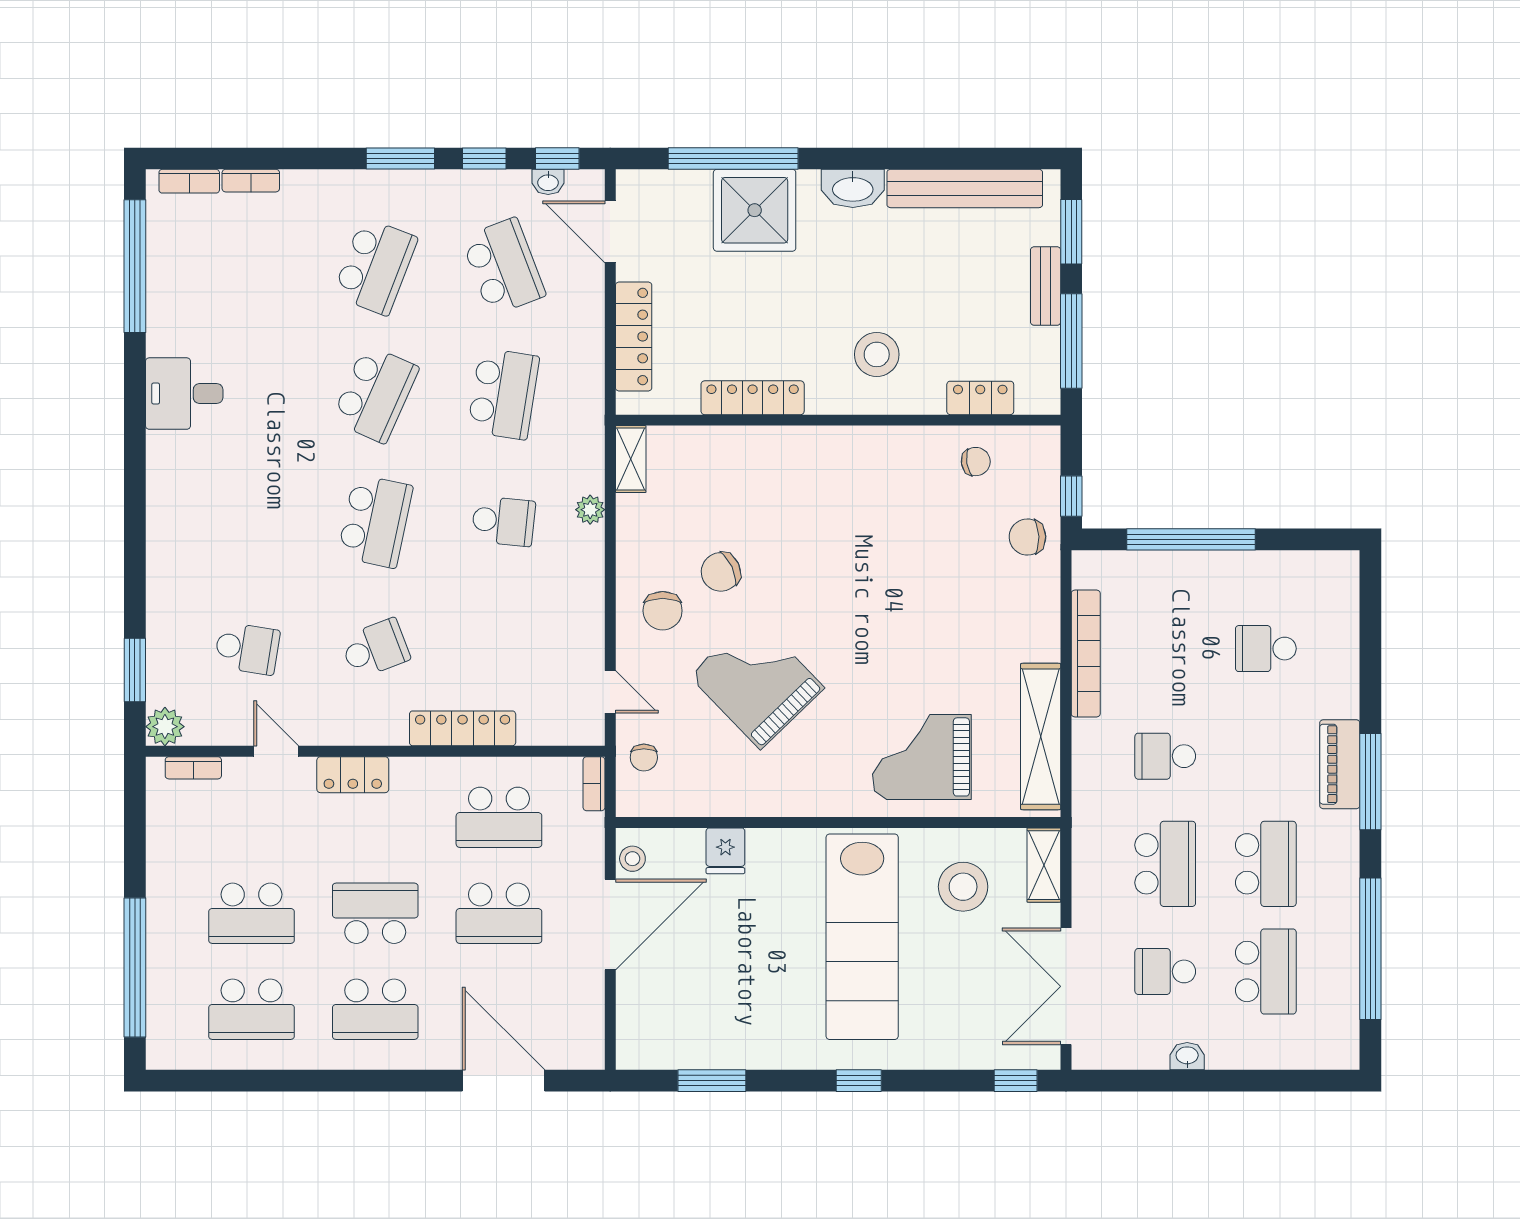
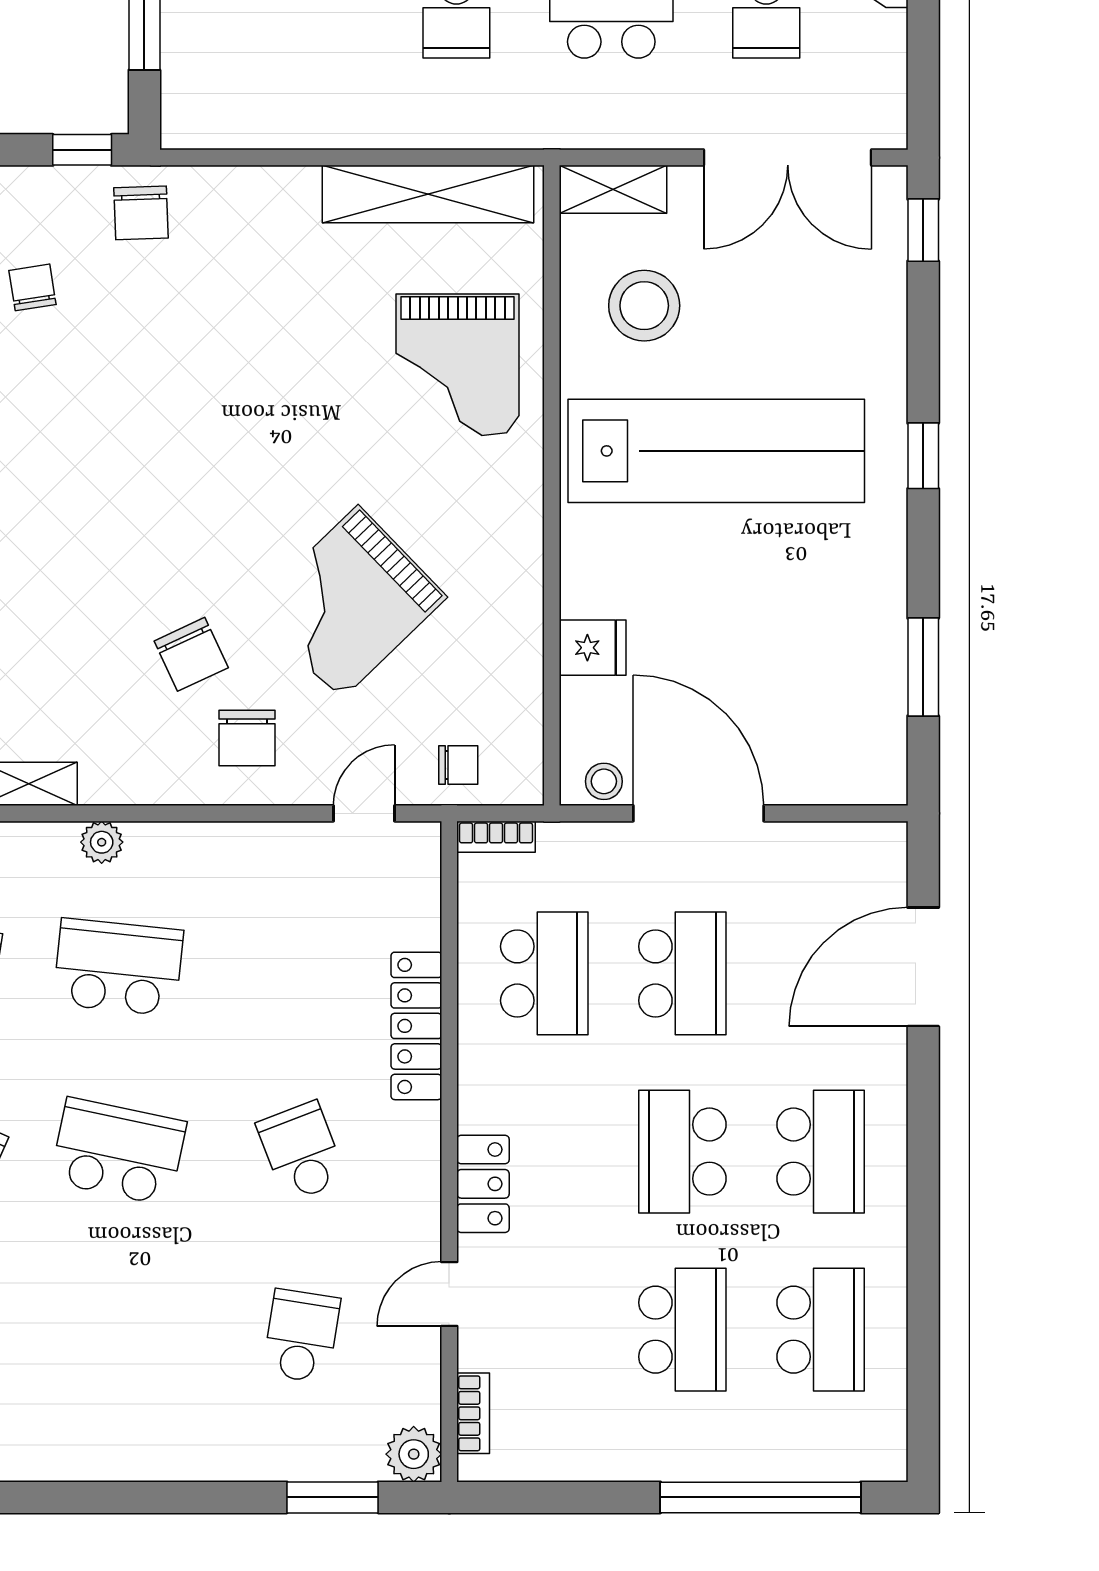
school desk: (503, 521) -> (118, 967), width x1.85
chair: (663, 611) -> (247, 738), turned 90
bookcase: (1086, 654) -> (309, 129), removed

